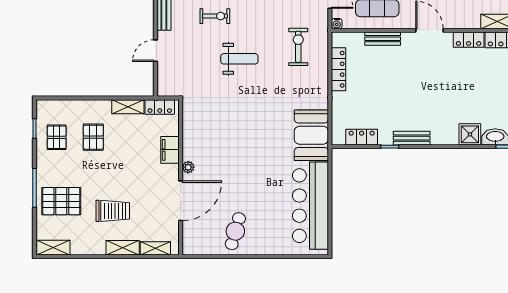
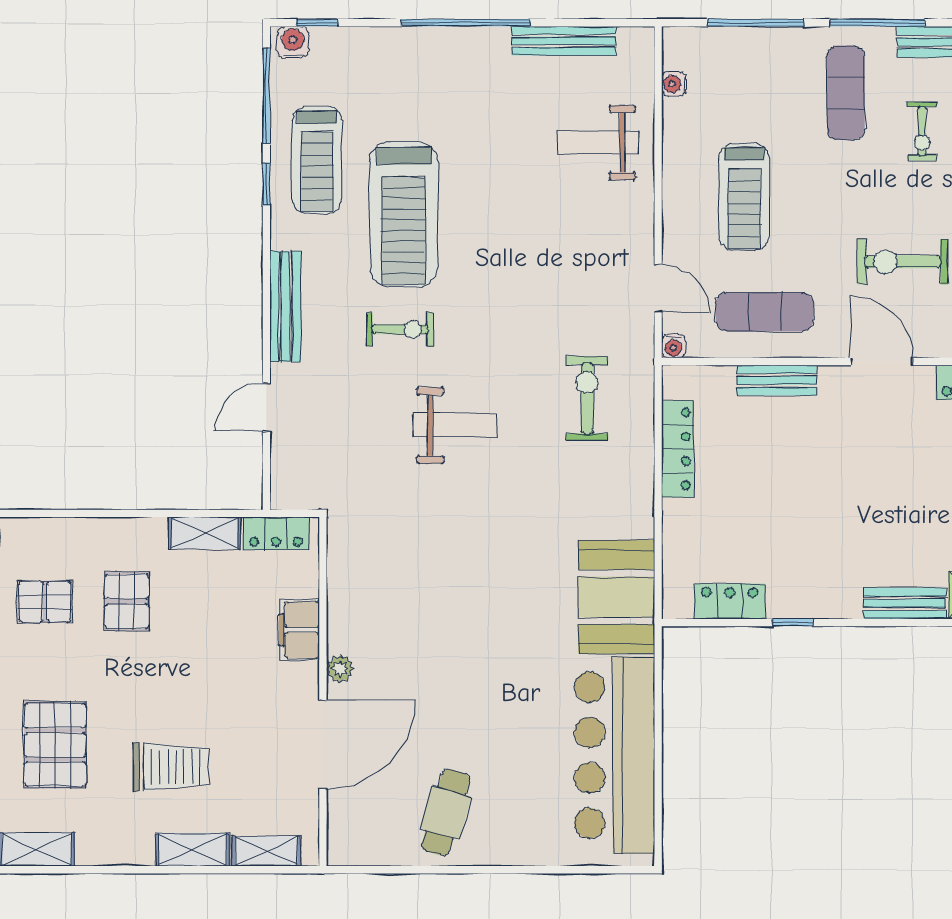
pallet: (57, 137) -> (45, 602), turned 90
bench: (412, 138) -> (905, 603), moved
pallet: (61, 201) -> (55, 745), turned 90

